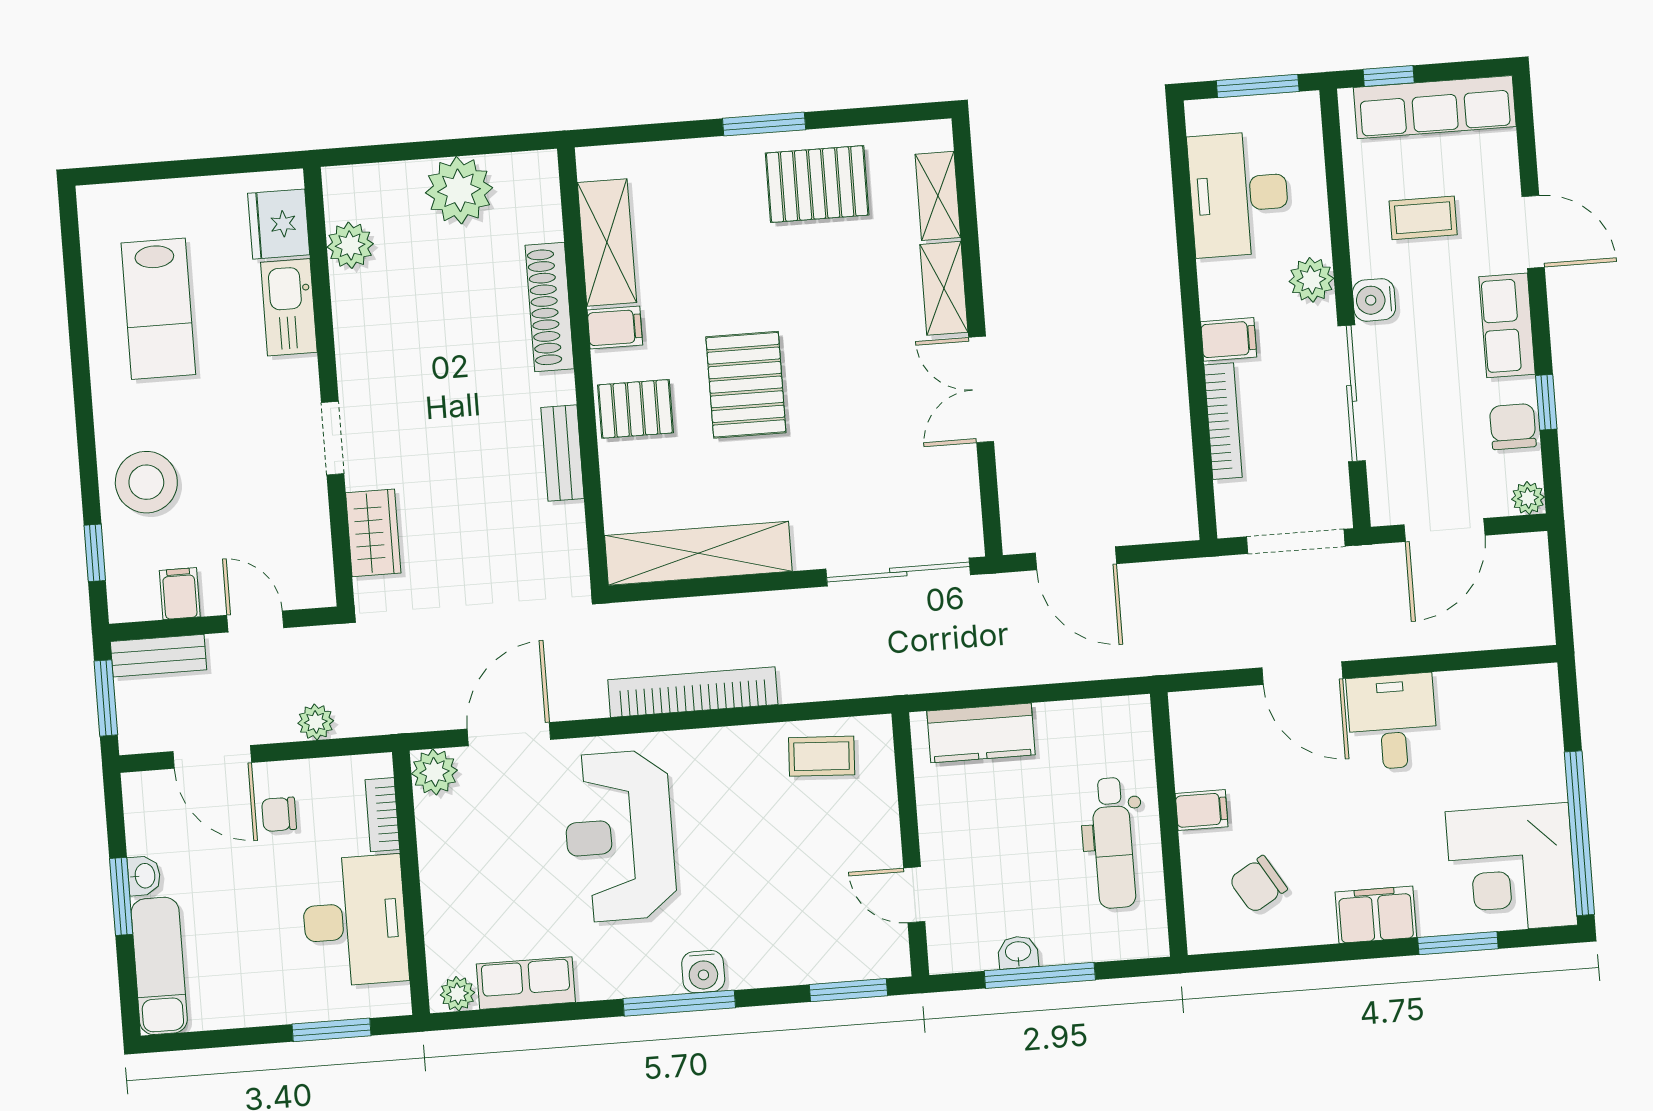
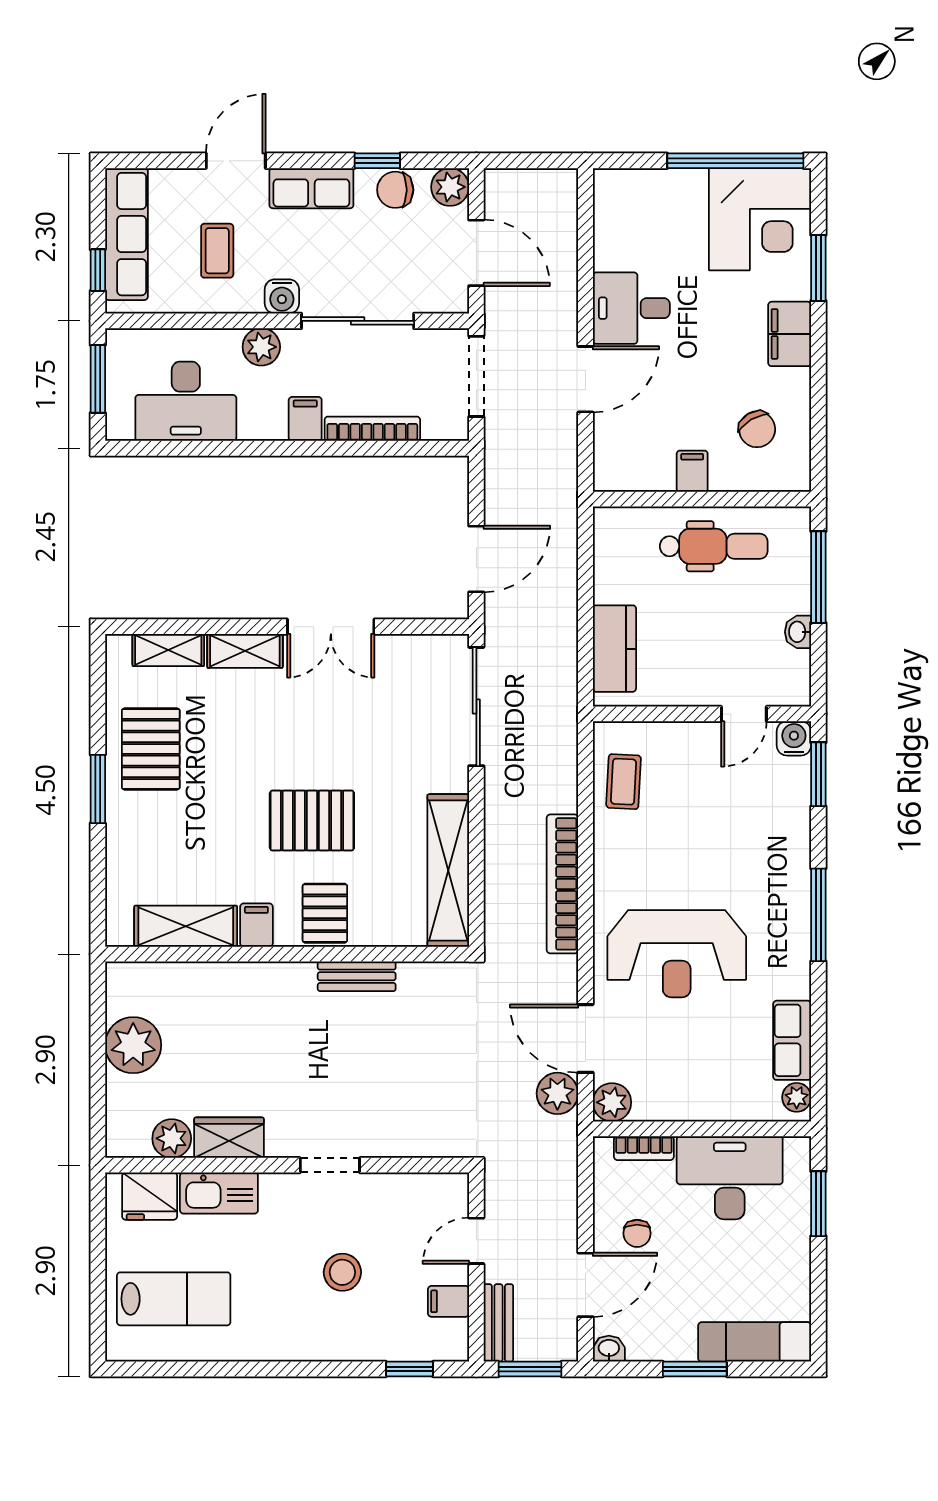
shoe rack: (550, 307) -> (235, 978), removed
lab bench: (158, 309) -> (174, 1299), moved
stool: (146, 482) -> (342, 1272), moved, width x0.73, depth x0.73
plant: (1528, 498) -> (450, 187), width x1.38, depth x1.38
wardrobe: (373, 533) -> (229, 1138), moved
plant: (316, 722) -> (557, 1093), moved, width x1.38, depth x1.38
washbasin: (144, 876) -> (609, 1349), moved
water cooler: (703, 972) -> (794, 738), moved, turned -90
window: (1040, 975) -> (818, 577), moved

